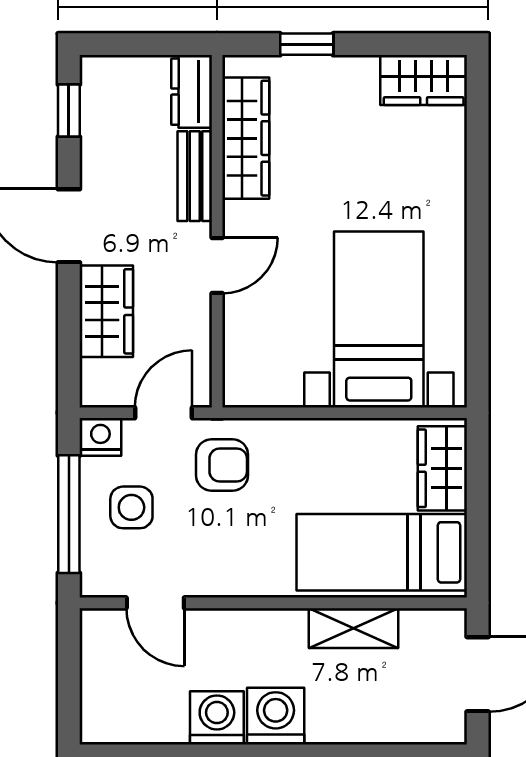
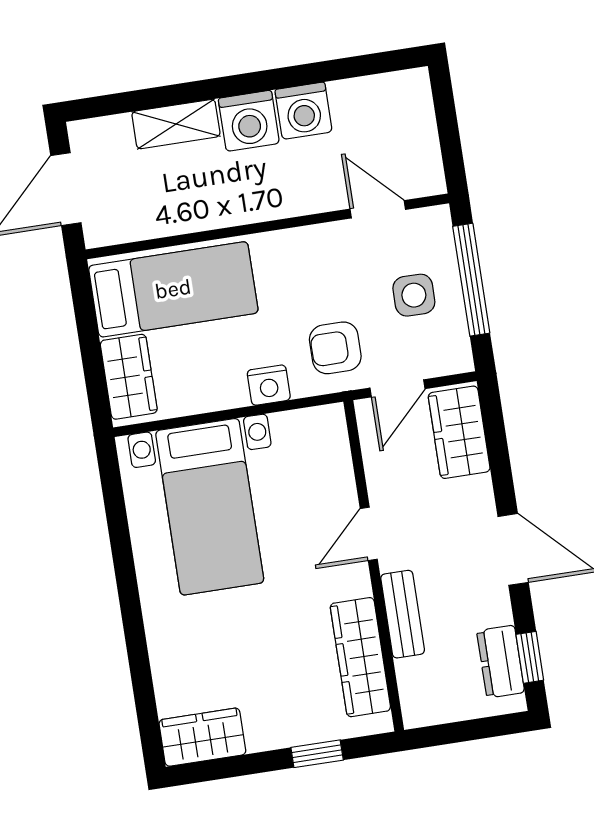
dresser: (192, 92) -> (501, 662), moved, turned 180
wardrobe: (106, 311) -> (459, 432), moved
nightstand: (100, 437) -> (269, 385), moved
shelving: (354, 628) -> (176, 124), moved

